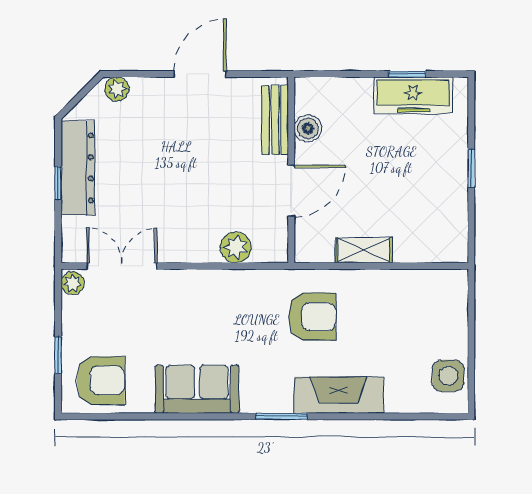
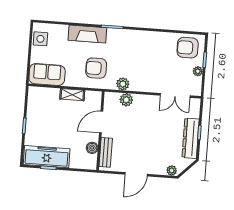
freezer: (413, 95) -> (47, 157), width x1.36, depth x1.26
plant: (73, 283) -> (198, 71), moved
plant: (247, 284) -> (123, 84), added
sofa: (197, 389) -> (47, 75), moved, turned 180

